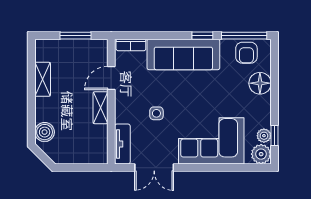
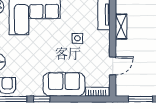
sofa: (183, 54) -> (64, 84), width x0.73
shelving: (100, 108) -> (121, 26), moved

